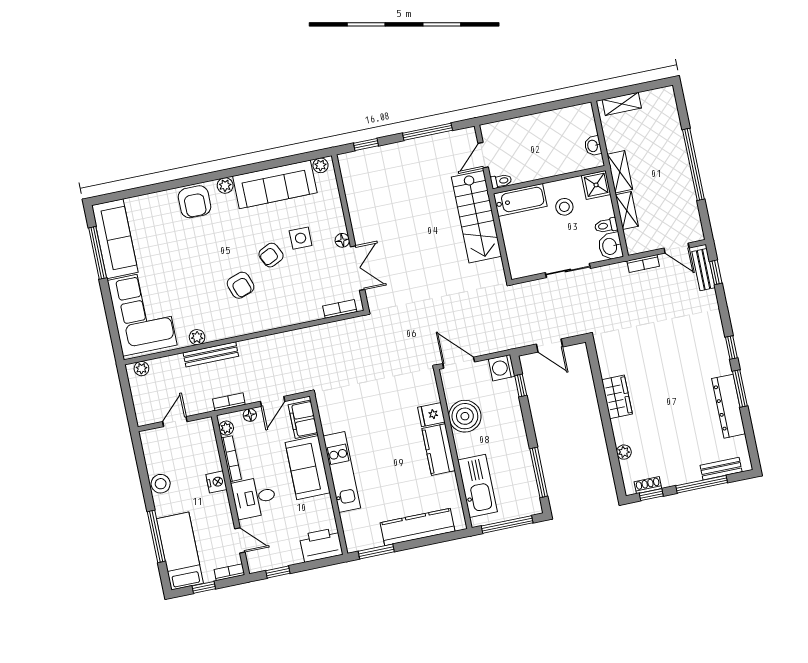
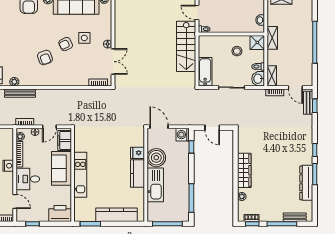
door: (483, 155) -> (197, 12), hinge flipped
bathtub: (520, 200) -> (205, 72), moved, turned -90
shelving: (627, 210) -> (272, 76), moved
wardrobe: (617, 397) -> (244, 170), width x1.50
kitchen sink: (477, 486) -> (155, 185), moved

